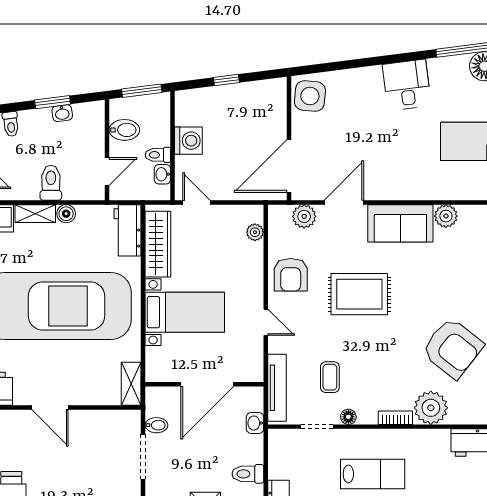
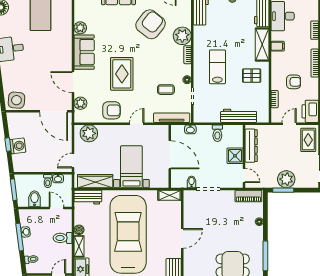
window: (53, 102) -> (20, 237), width x1.44
washing machine: (188, 141) -> (18, 146), moved, turned 83
plant: (255, 232) -> (89, 133), width x1.87, depth x1.87

